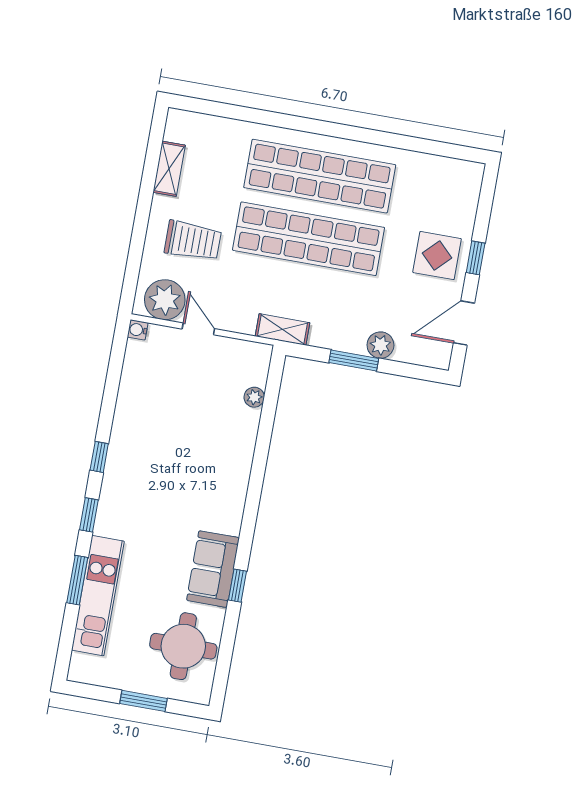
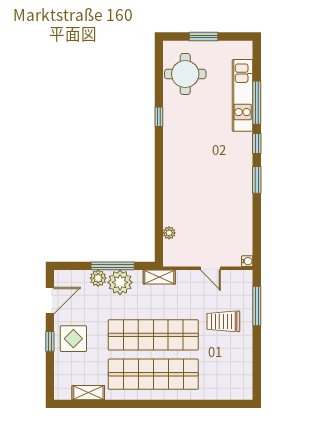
shelving: (169, 169) -> (88, 393), moved, turned 90
window: (135, 255) -> (257, 306), added
plant: (165, 300) -> (120, 282), moved
window: (354, 360) -> (113, 266), width x1.44
window: (99, 457) -> (257, 180), width x1.50
sofa: (213, 569) -> (176, 124), removed
window: (77, 580) -> (257, 103), width x1.44

